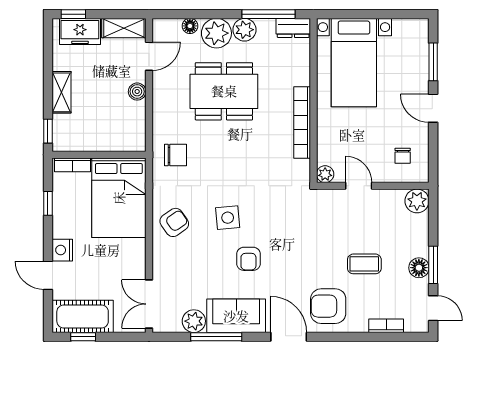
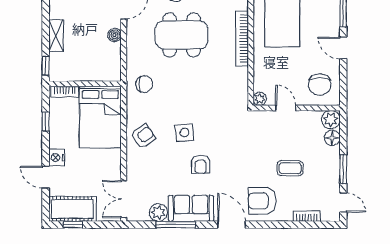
bookcase: (302, 123) -> (242, 39), moved
chair: (403, 156) -> (320, 85), width x1.87, depth x1.87
floor lamp: (419, 268) -> (332, 138), moved

